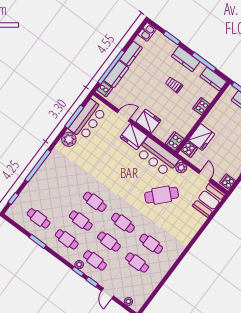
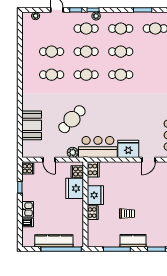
kitchen counter: (213, 79) -> (99, 241), removed
fridge: (148, 121) -> (95, 195), moved, turned -90
booth: (209, 200) -> (32, 125), moved

